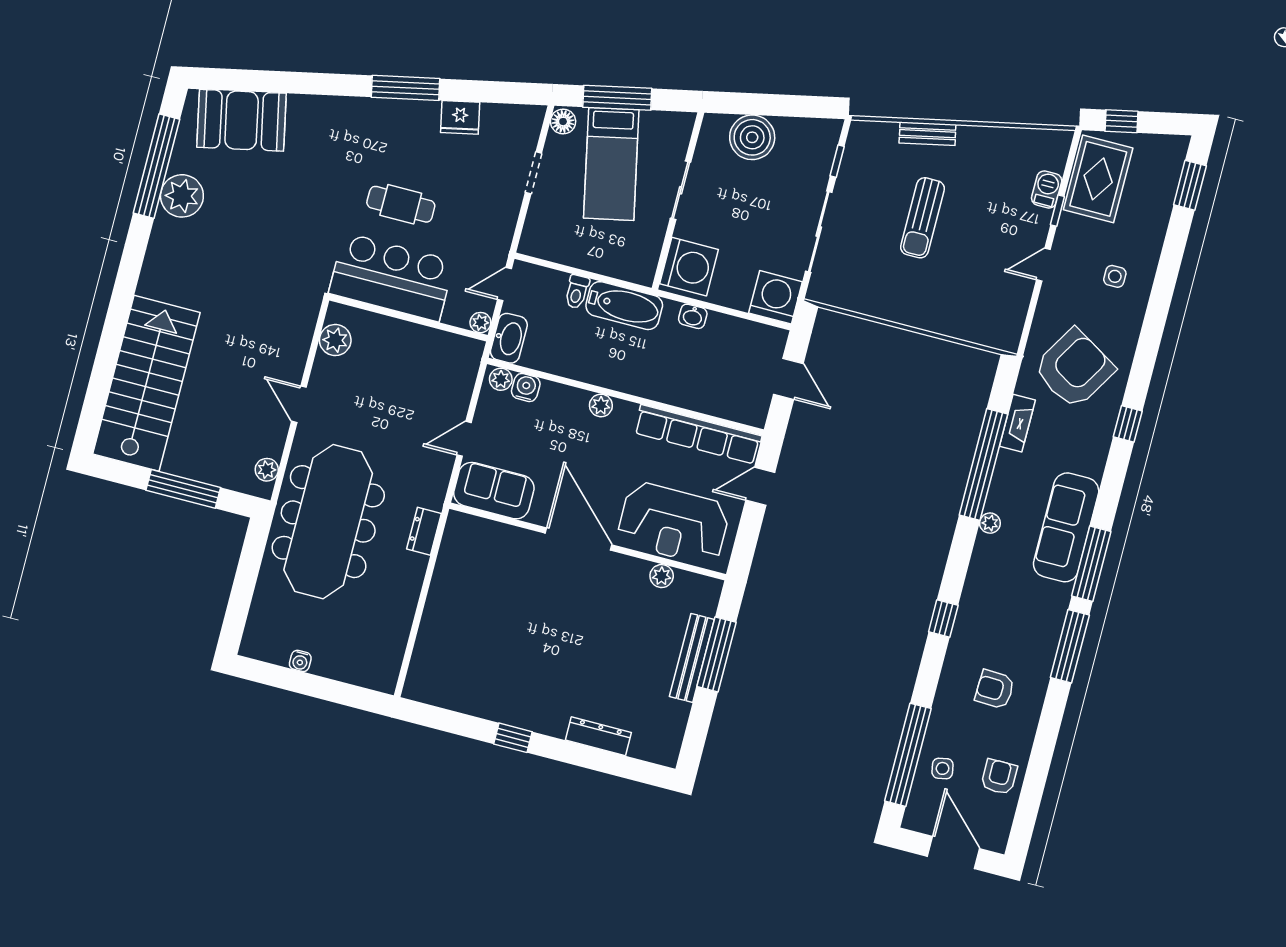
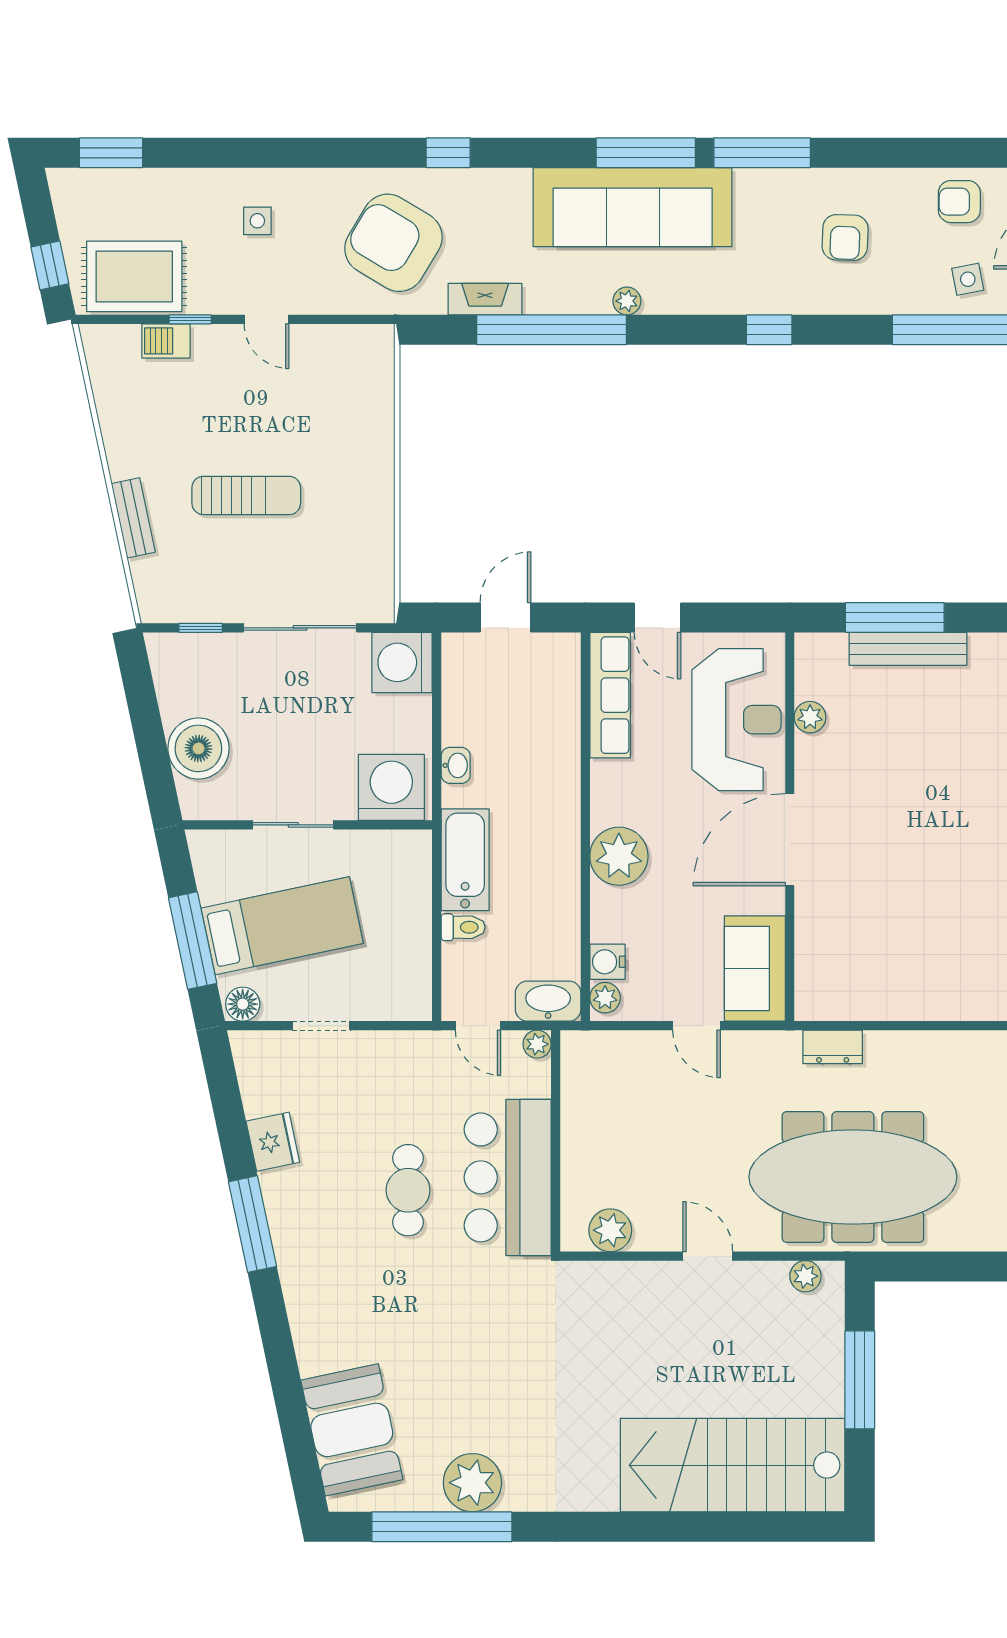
door: (299, 404) -> (708, 1256), swing flipped
plant: (601, 405) -> (619, 856), width x1.87, depth x1.87
row of seats: (698, 434) -> (610, 695), width x0.73
sofa: (1066, 527) -> (633, 207), width x1.36, depth x1.27

